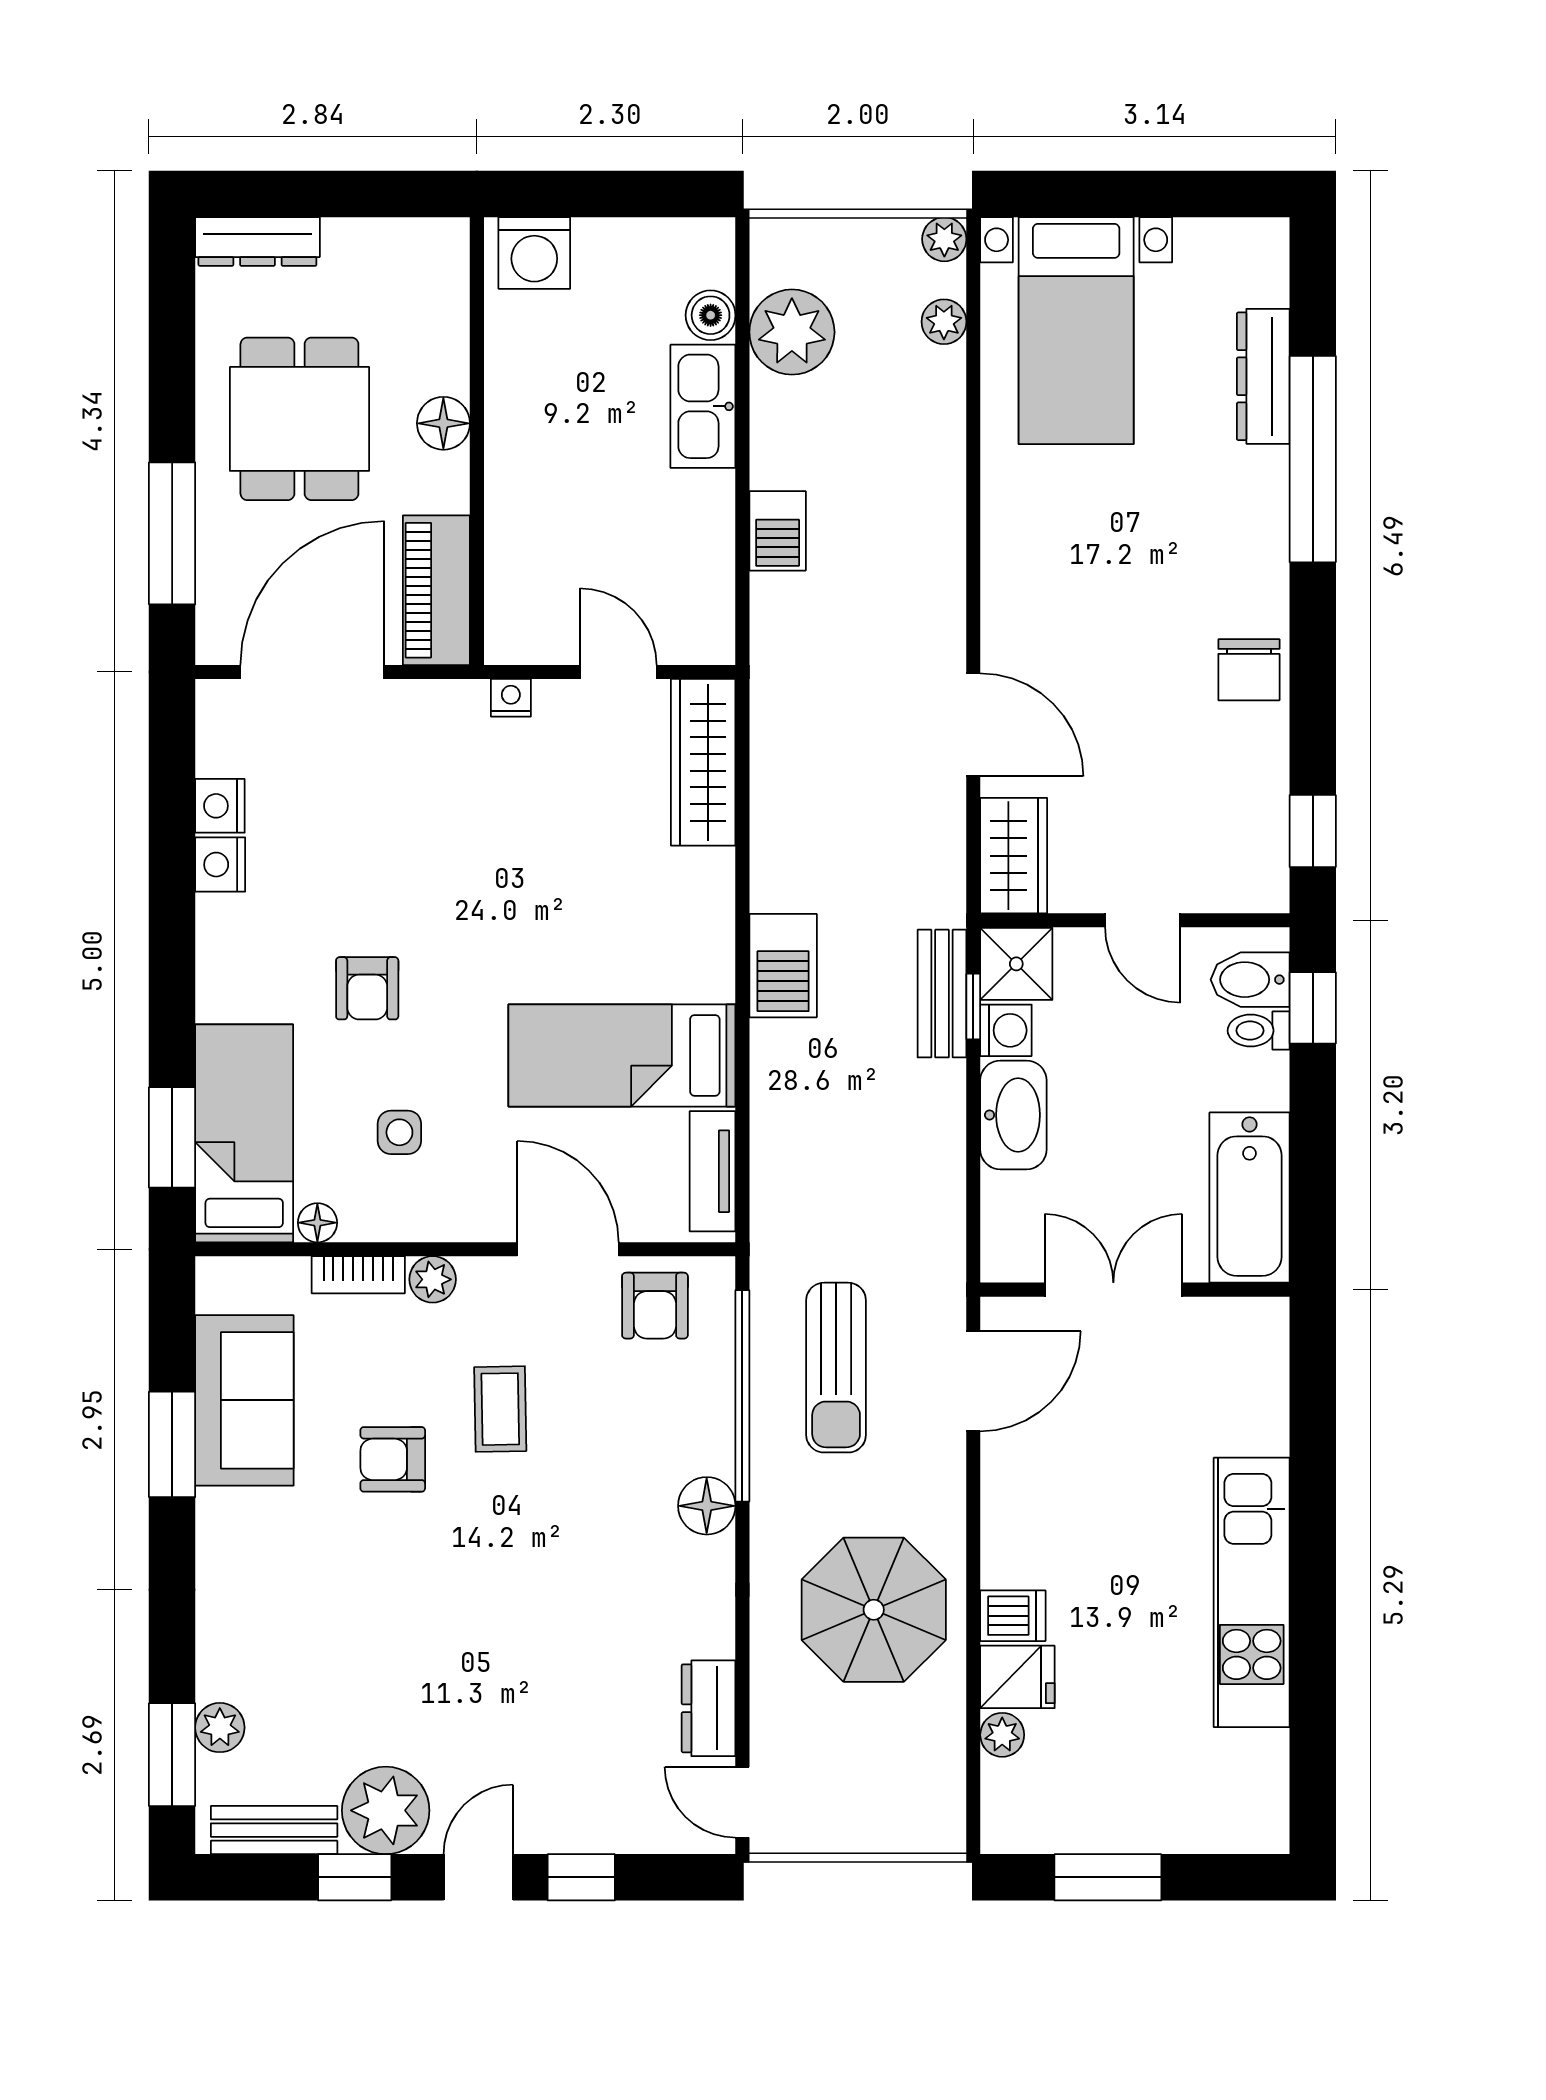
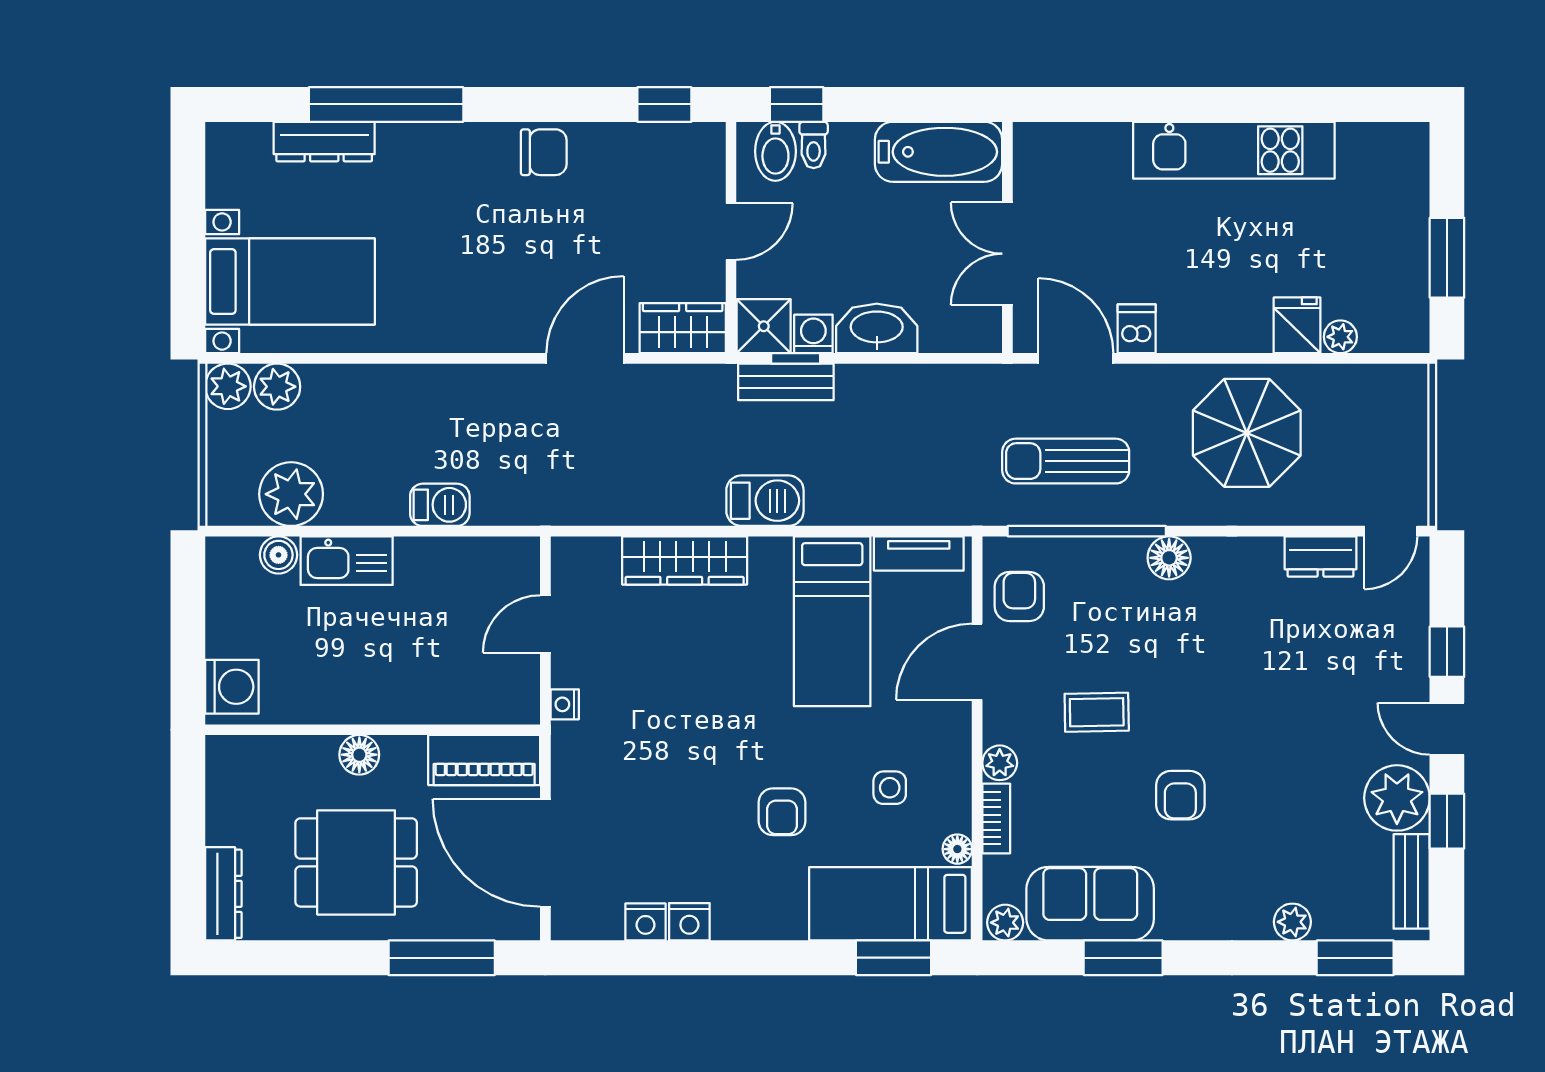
plant: (944, 239) -> (228, 386), width x1.38, depth x1.38
plant: (944, 322) -> (277, 387), width x1.38, depth x1.38
wardrobe: (703, 762) -> (685, 560), moved
armchair: (367, 988) -> (782, 812), turned 90
plant: (219, 1287) -> (1005, 923), added
armchair: (655, 1306) -> (1019, 597), turned -90
sun lounger: (836, 1368) -> (1066, 461), turned 180
armchair: (393, 1459) -> (1180, 795), moved
dishwasher: (1013, 1616) -> (1137, 329), moved
plant: (220, 1728) -> (1292, 922), moved

